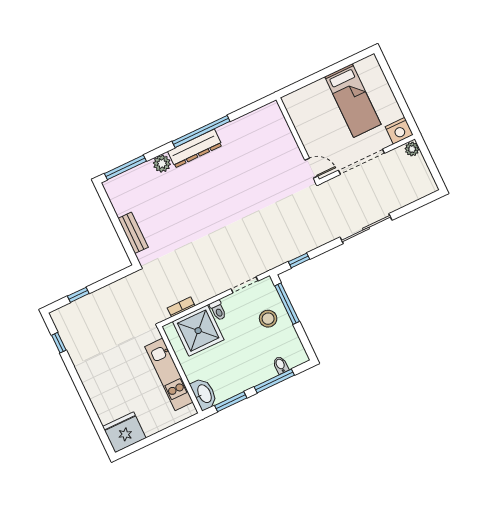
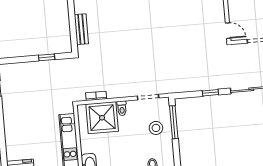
window: (299, 260) -> (210, 93), moved
window: (78, 295) -> (47, 57), moved

